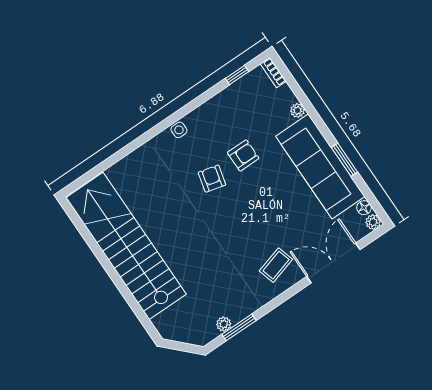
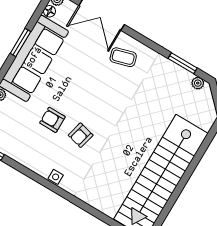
plant: (224, 324) -> (198, 83), moved

